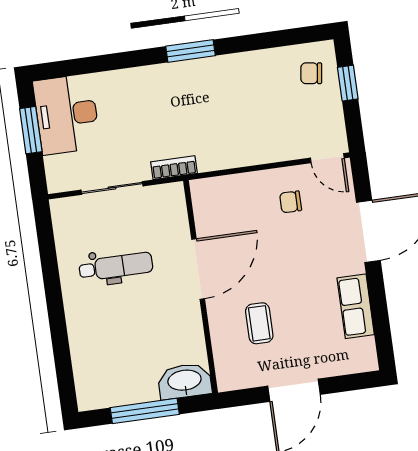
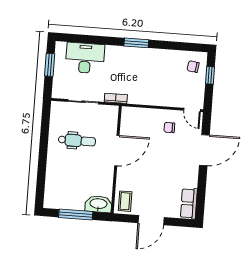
desk: (67, 114) -> (85, 58), moved, turned 90
row of seats: (356, 306) -> (189, 203), moved
coffee table: (259, 323) -> (125, 201), moved

